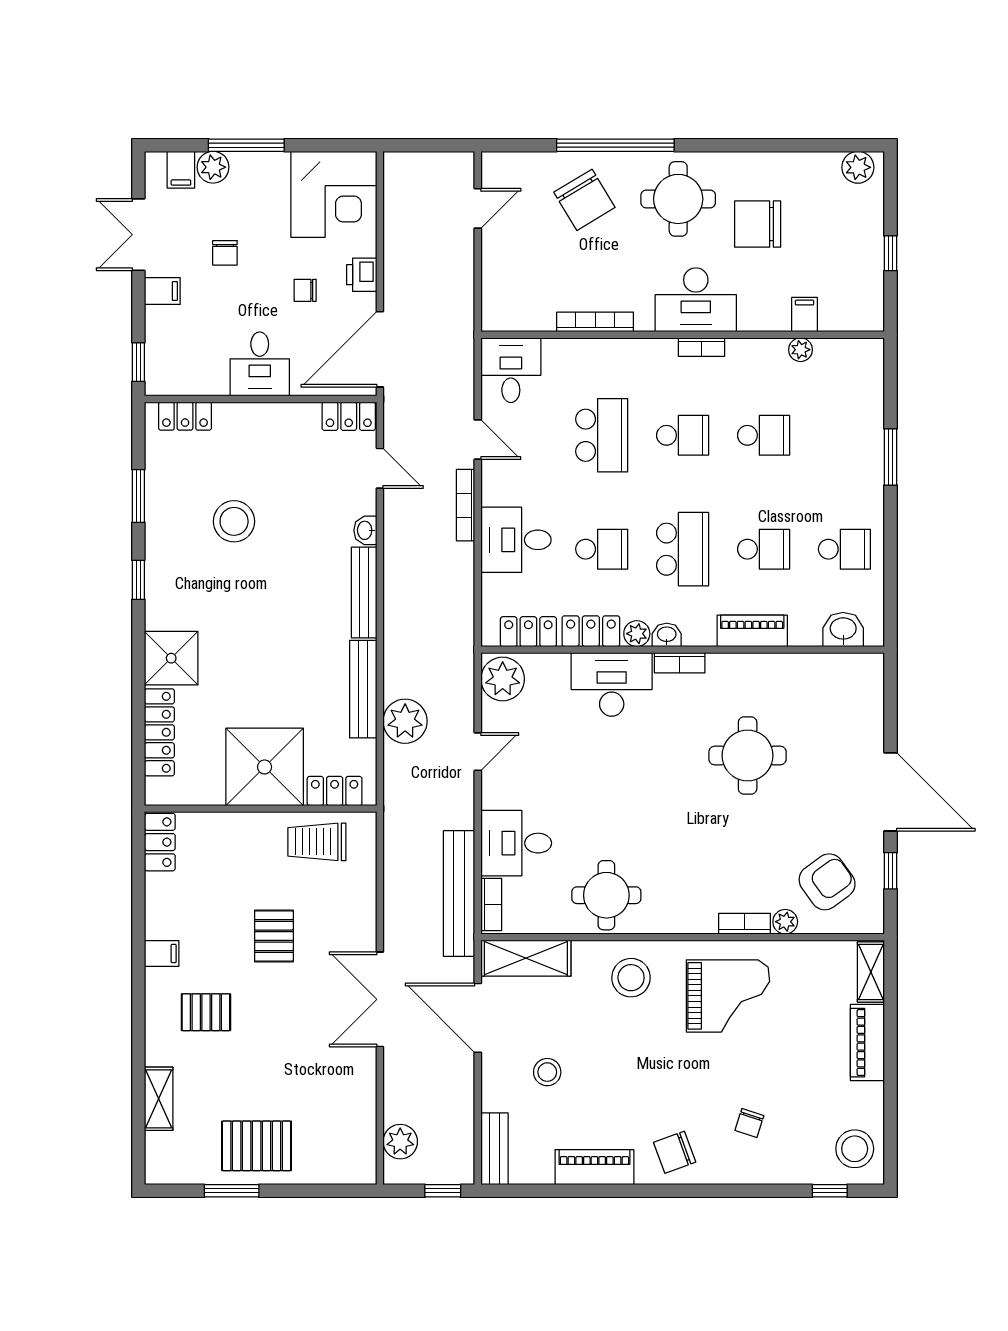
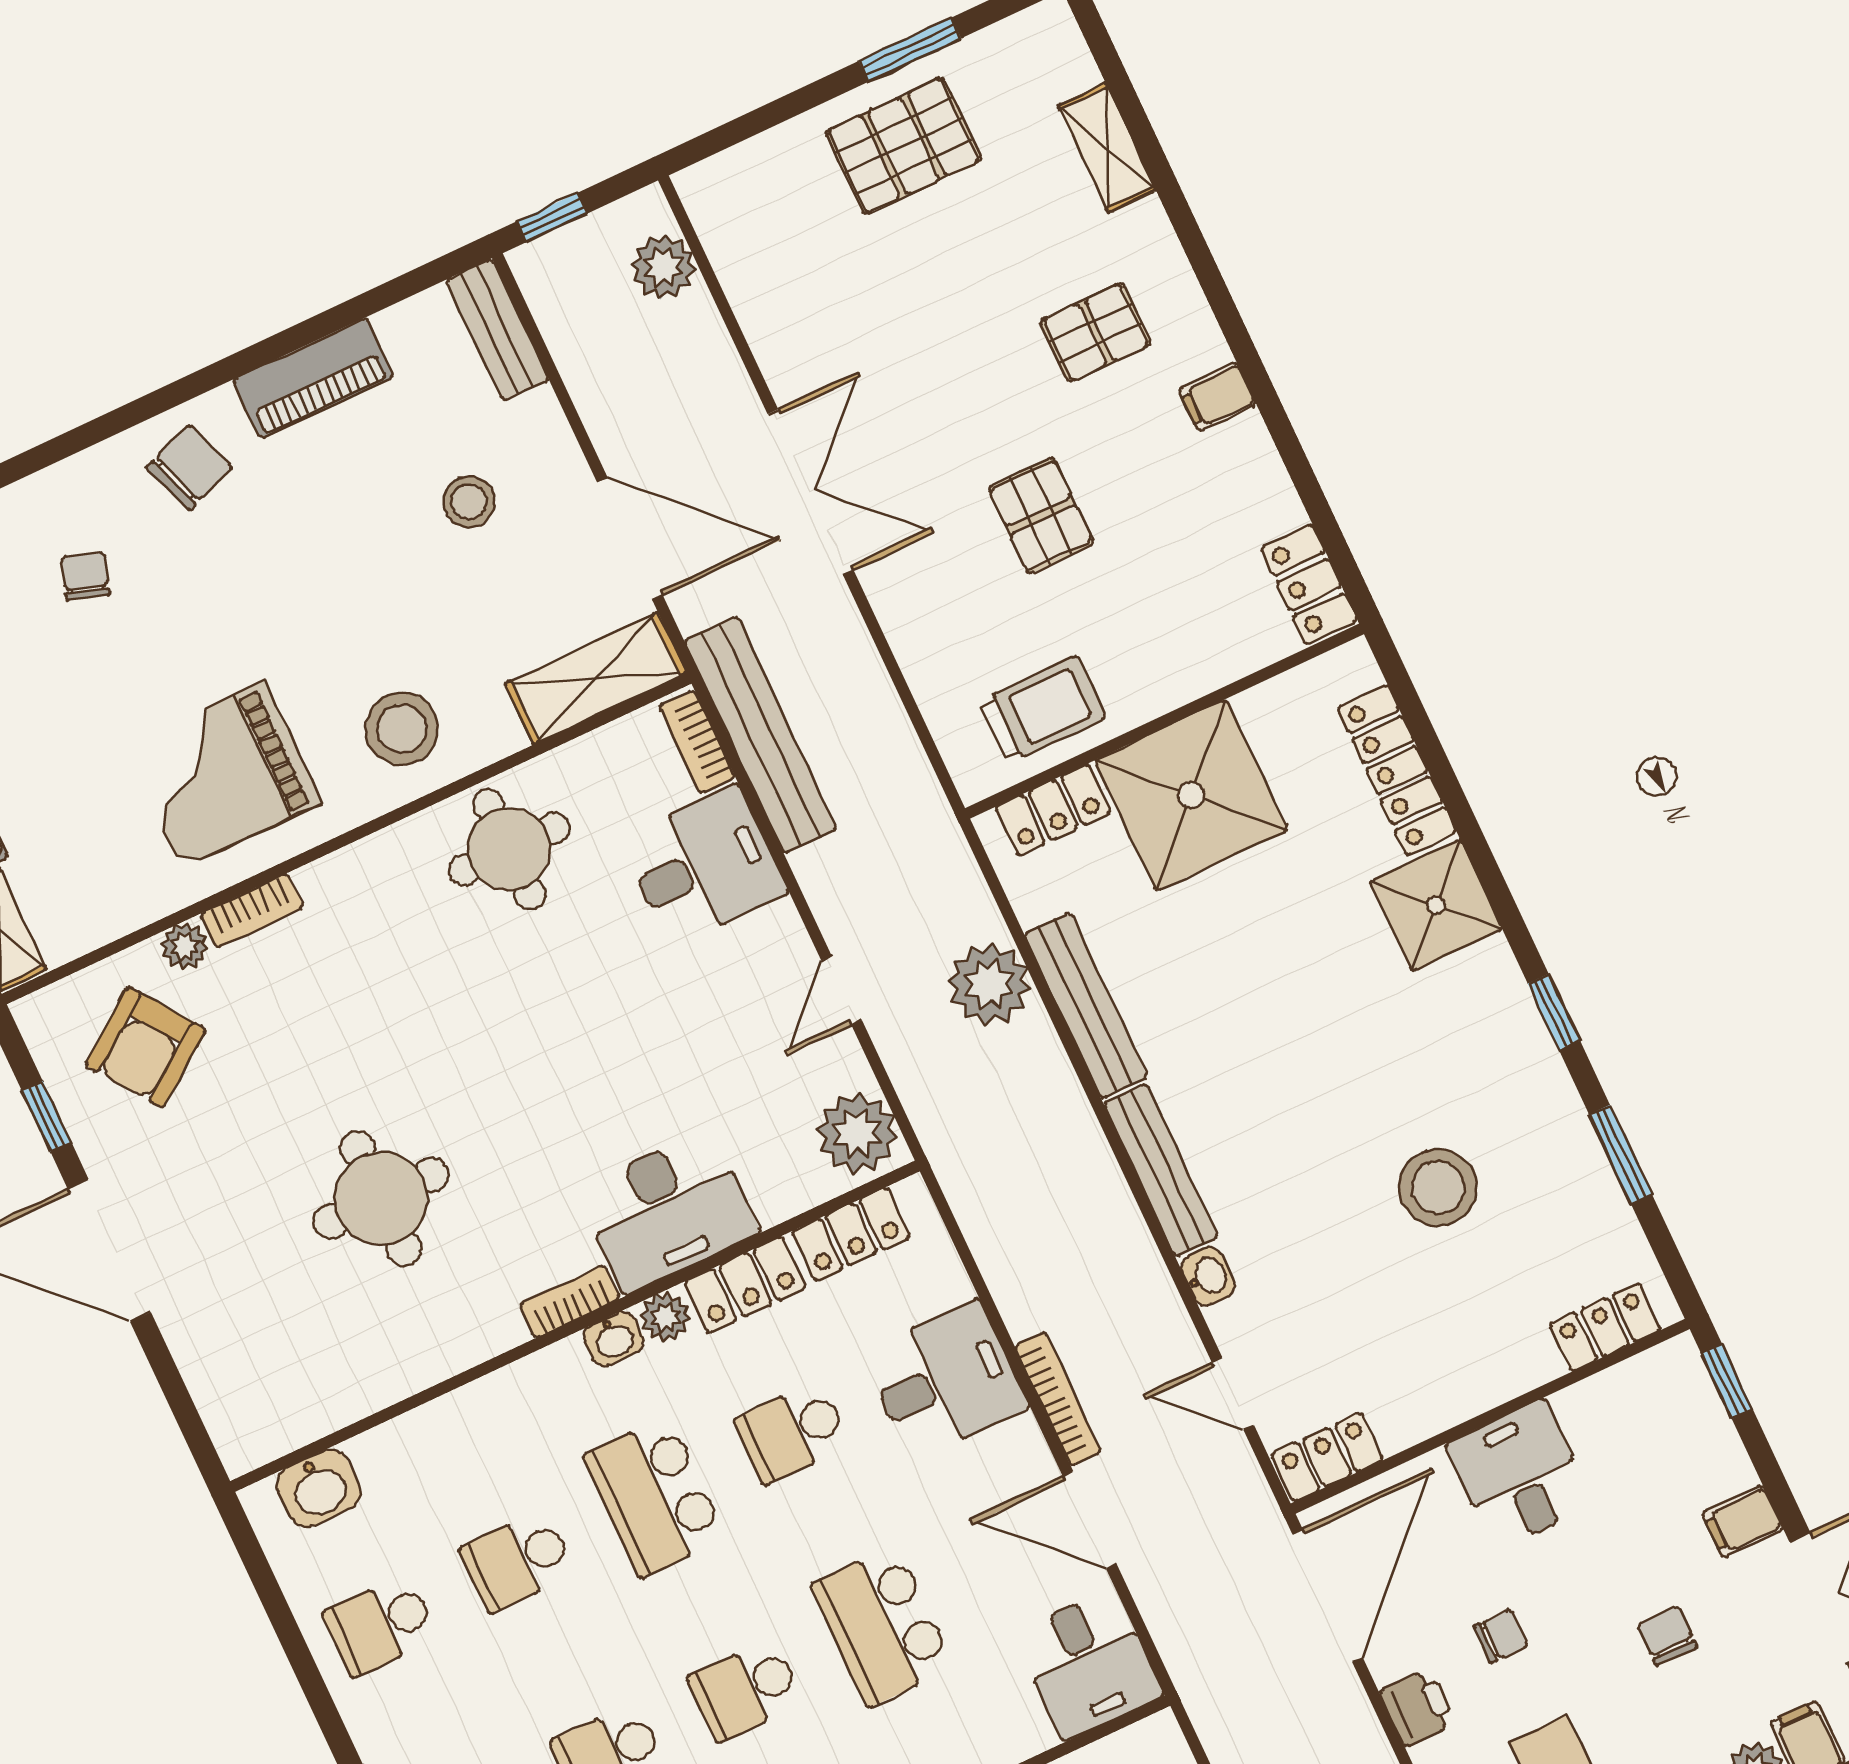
door: (478, 440) -> (1090, 1520), width x1.38
piano: (752, 631) -> (472, 1413), removed

